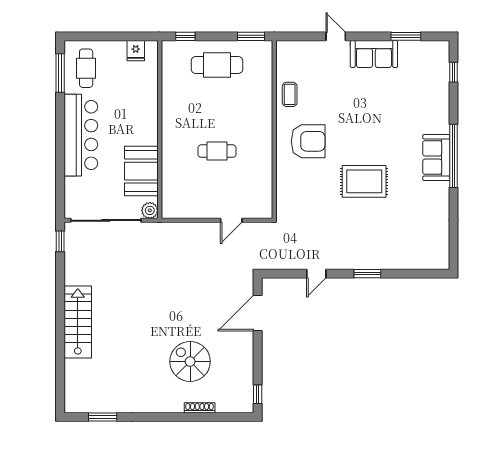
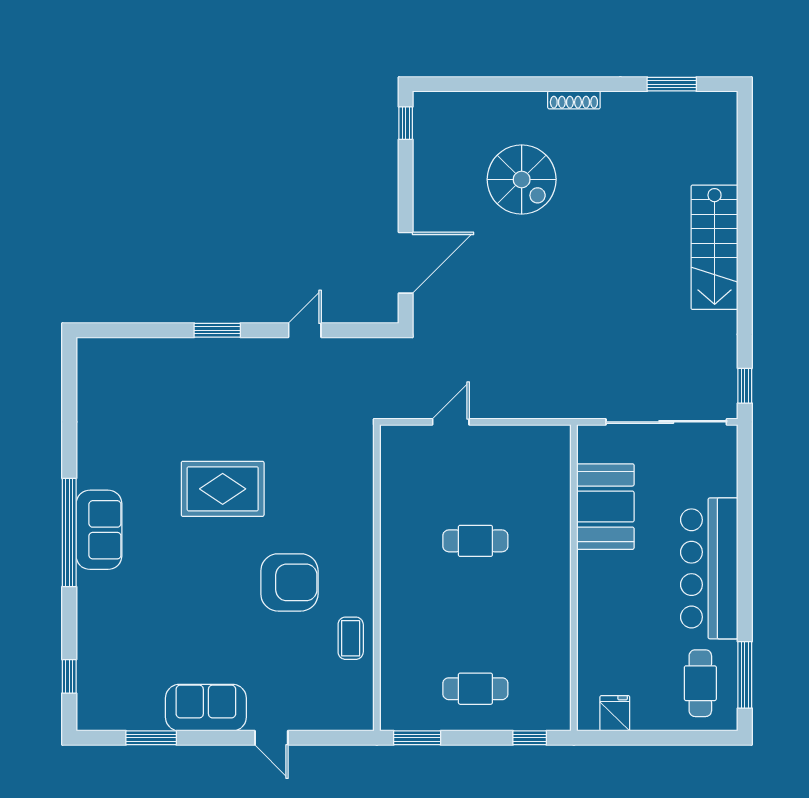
cafe table: (217, 65) -> (475, 689), width x0.73, depth x0.74
armchair: (308, 141) -> (289, 582), moved, turned 180
plant: (150, 210) -> (591, 439), removed
shoe rack: (200, 408) -> (574, 100), moved

